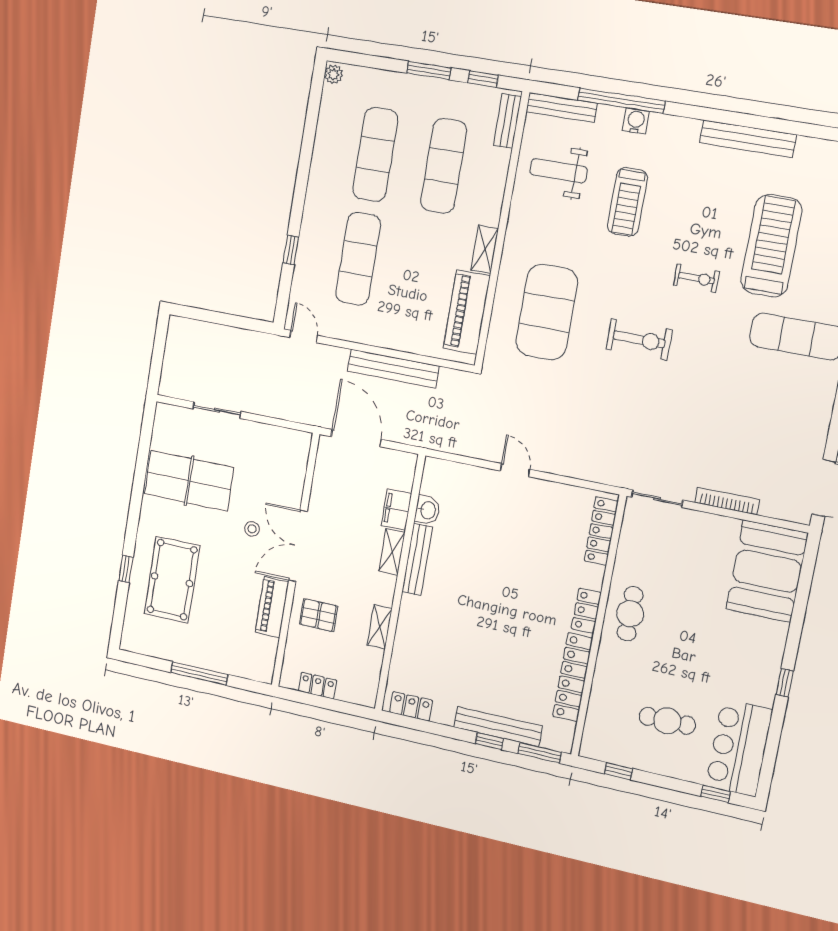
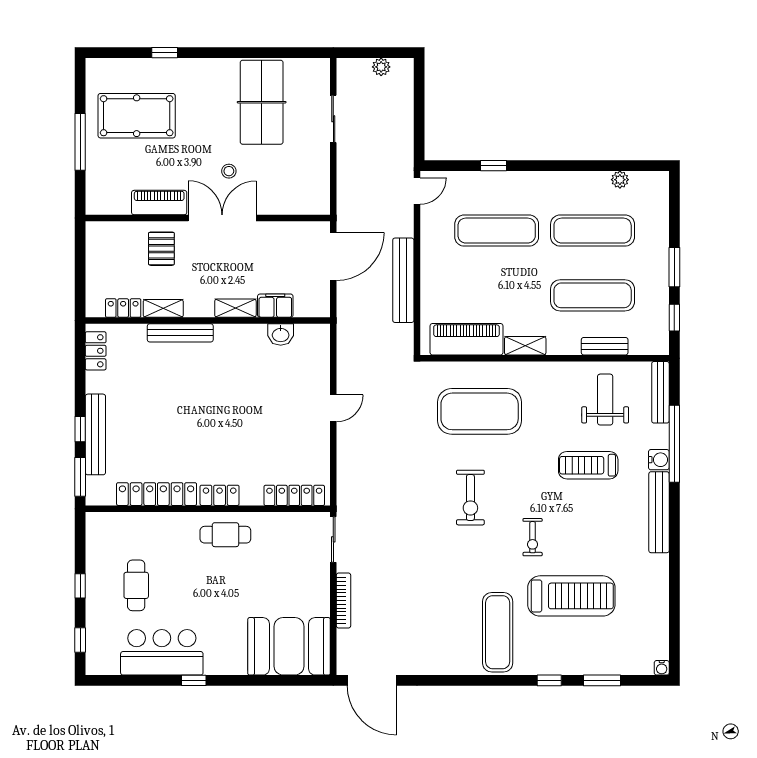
plant: (334, 74) -> (620, 180), moved
bench: (507, 121) -> (605, 346), moved
bench: (748, 139) -> (659, 512), moved
plant: (173, 350) -> (381, 67), added
bench: (417, 559) -> (180, 333), moved
pool table: (172, 580) -> (137, 116), moved
locker: (317, 686) -> (123, 308), moved, turned -90
bar counter: (739, 748) -> (162, 652), moved
window: (618, 771) -> (80, 586), moved

